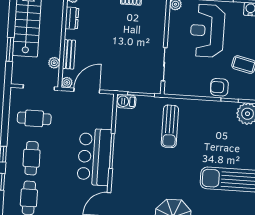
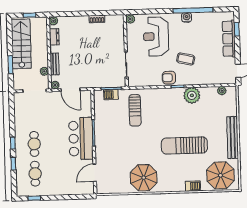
door: (87, 91) -> (70, 90), swing flipped
barbecue: (126, 101) -> (111, 95), moved
cafe table: (34, 118) -> (33, 114), removed

